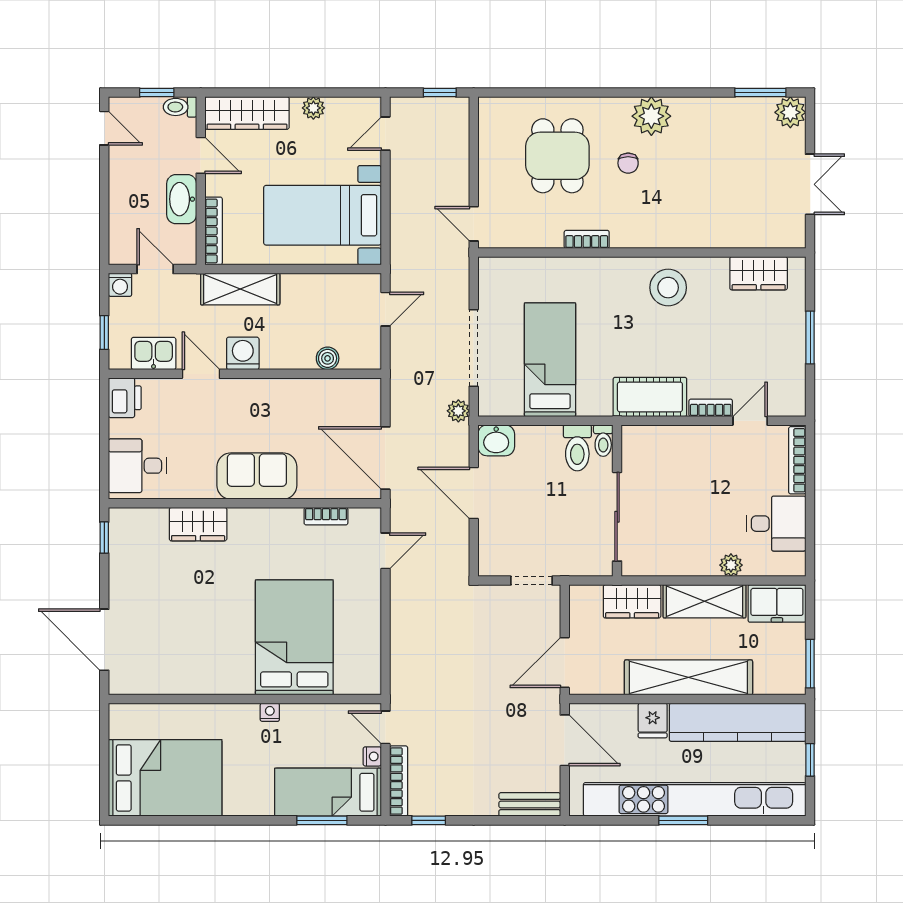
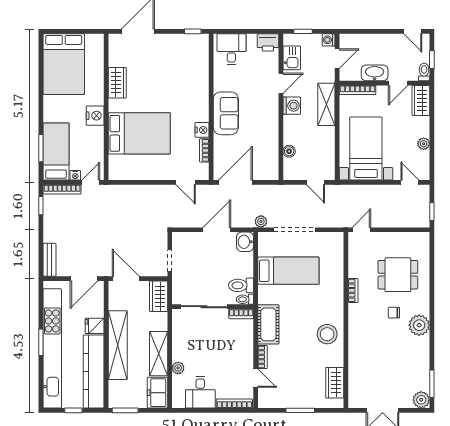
wardrobe: (247, 113) -> (421, 100), width x0.67
door: (104, 128) -> (413, 31), hinge flipped
bookcase: (630, 448) -> (241, 314), added
nightstand: (288, 520) -> (202, 130), added
wardrobe: (198, 524) -> (117, 83), moved, turned 180
wardrobe: (632, 601) -> (159, 296), moved
nightstand: (270, 712) -> (95, 116), width x1.89, depth x1.79

